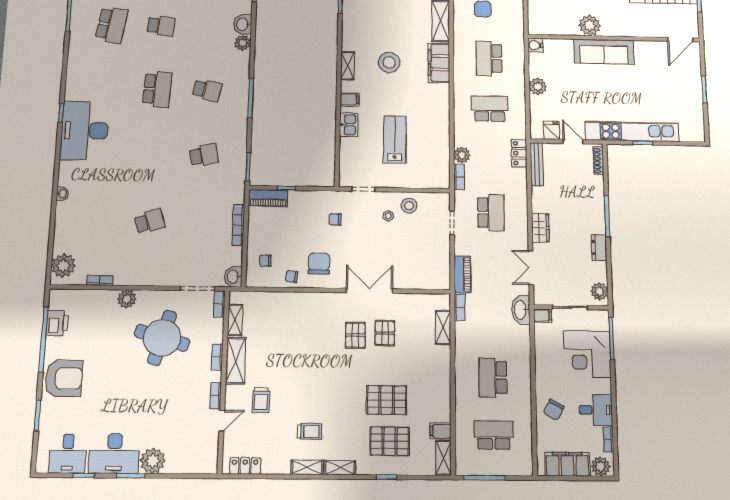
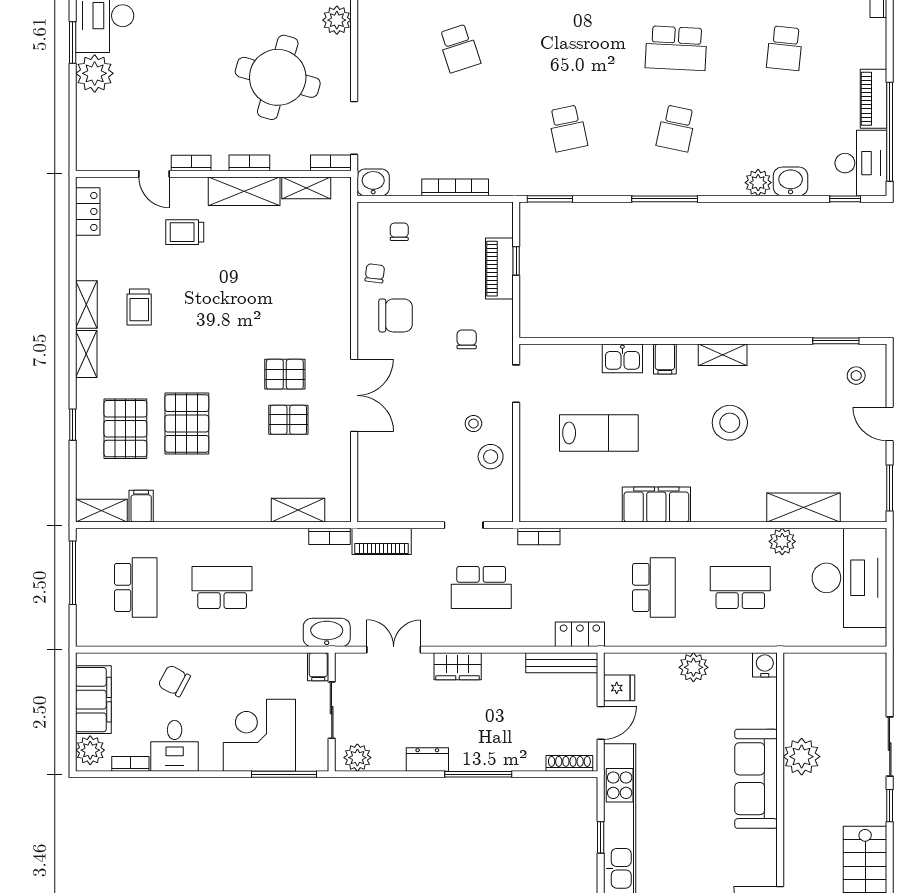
filing cabinet: (439, 63) -> (656, 505), moved
plant: (462, 155) -> (782, 541), moved
piano: (268, 198) -> (499, 269), moved

